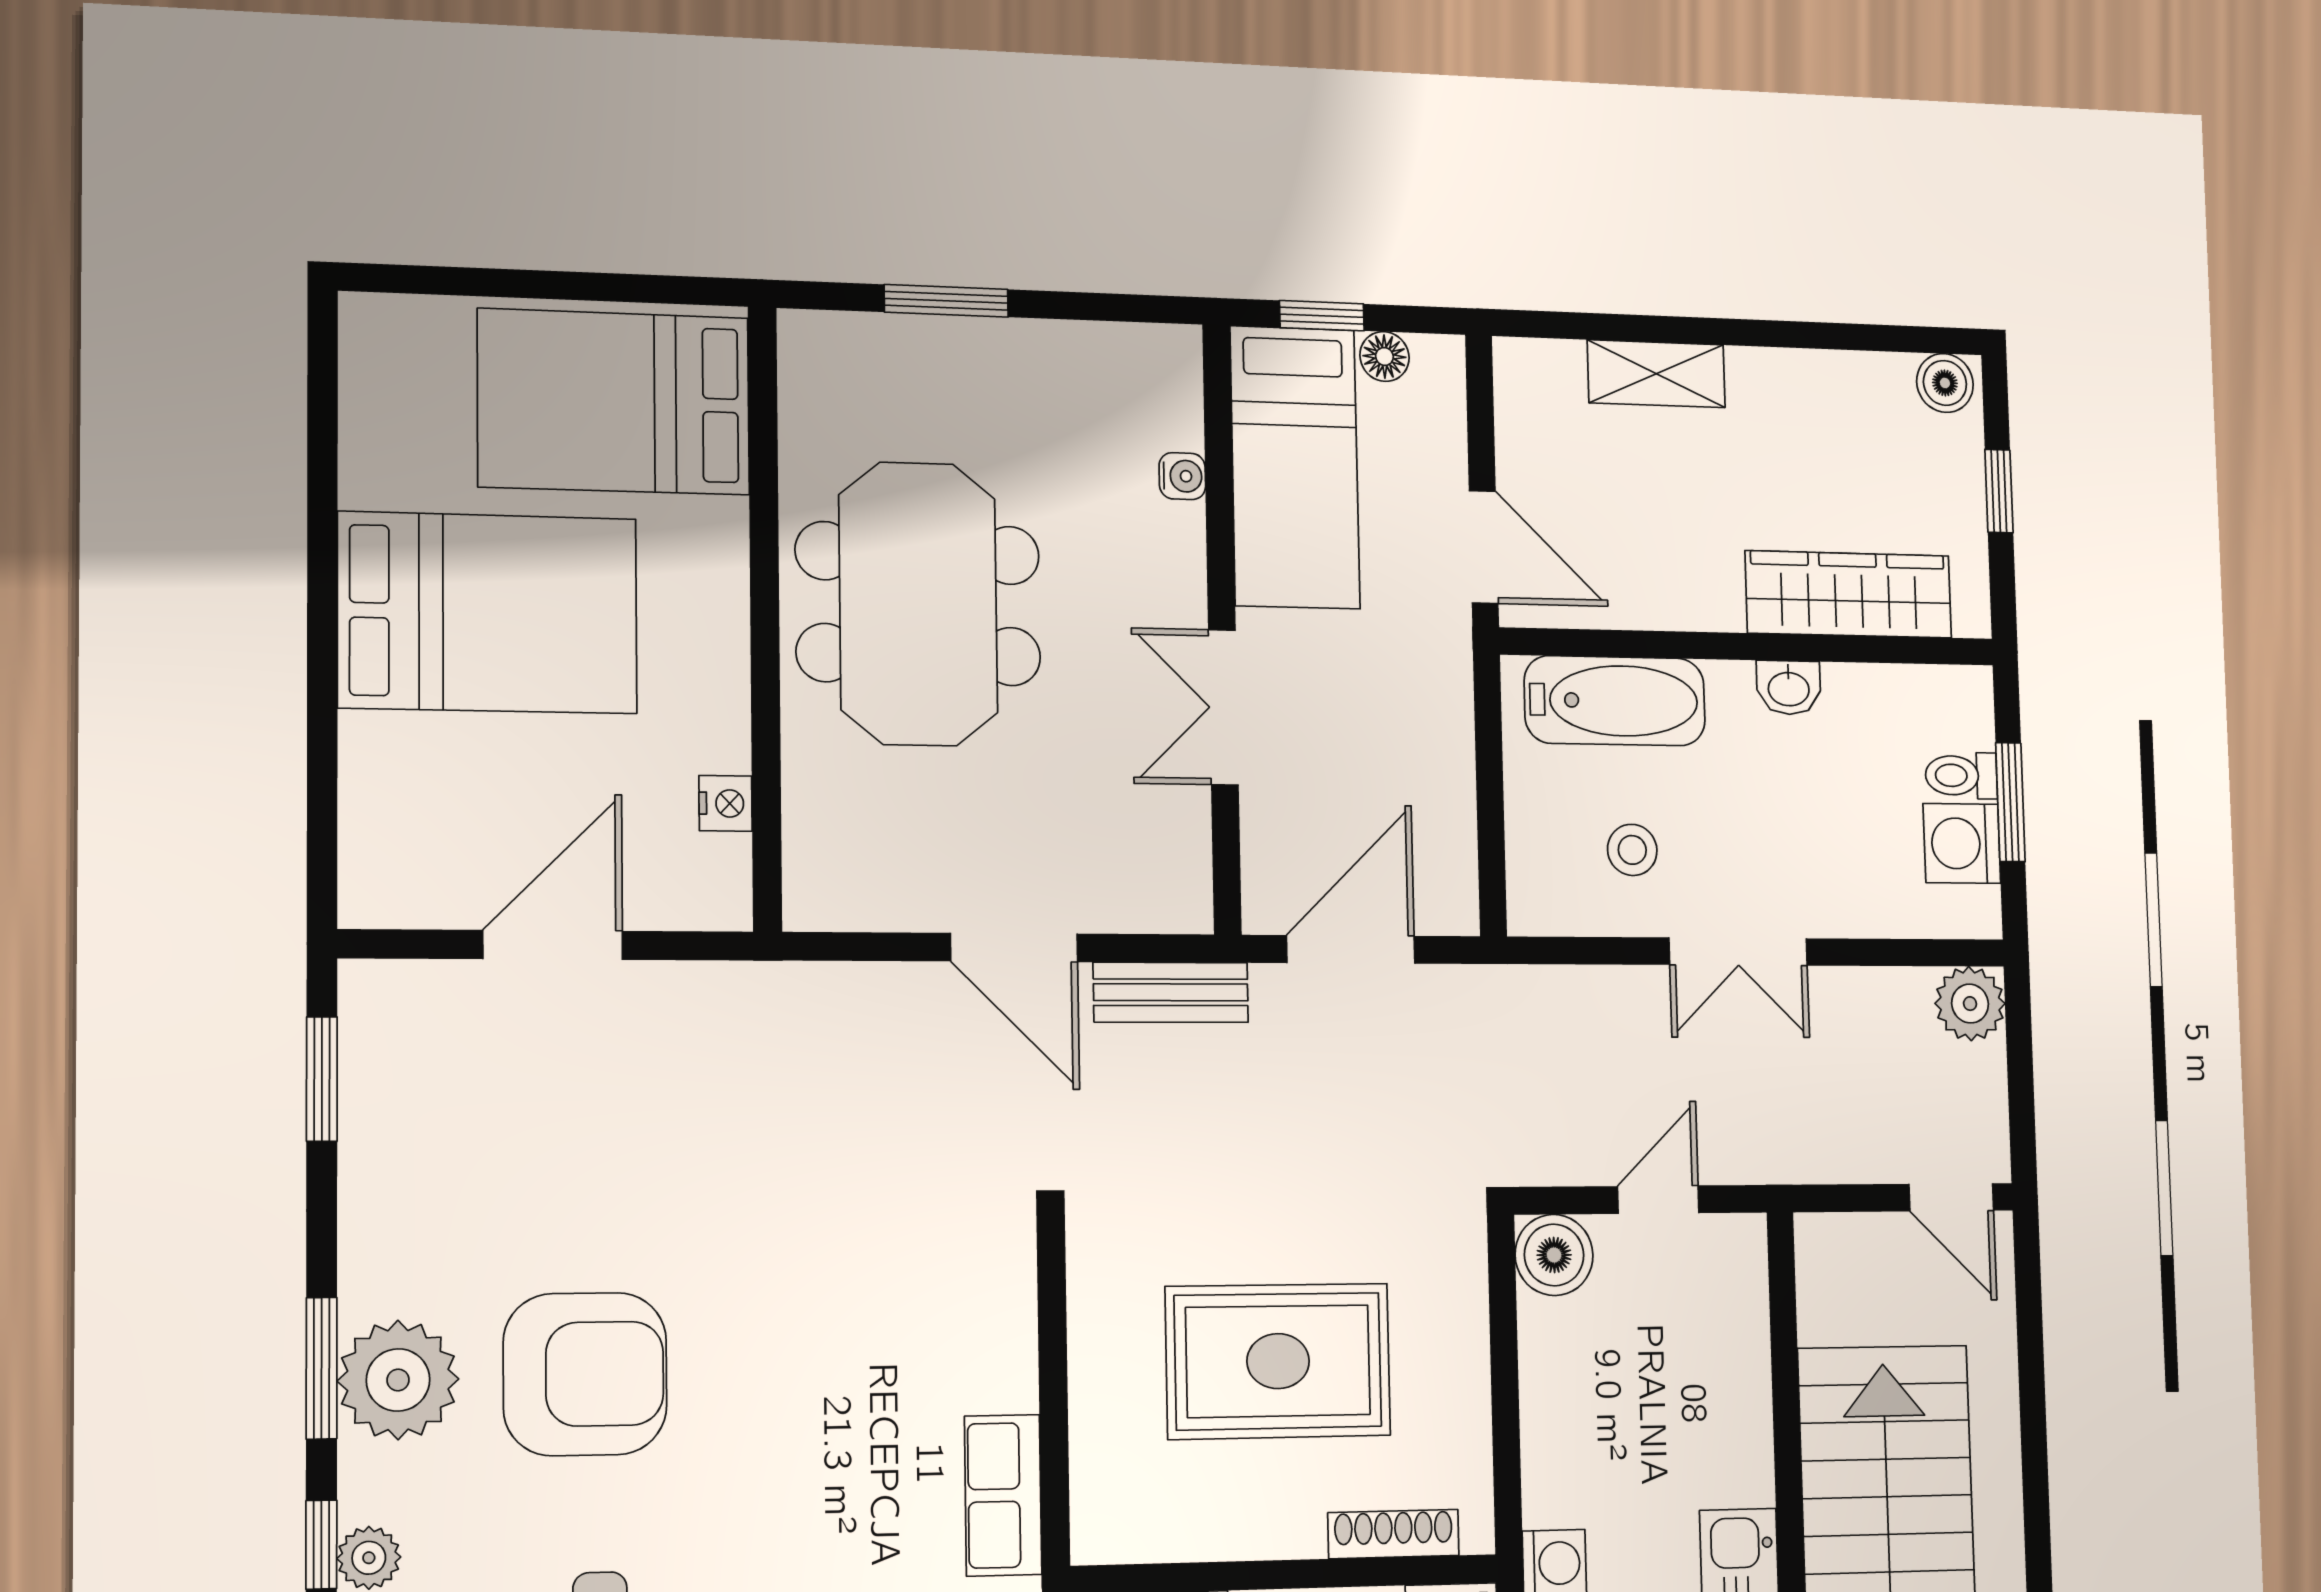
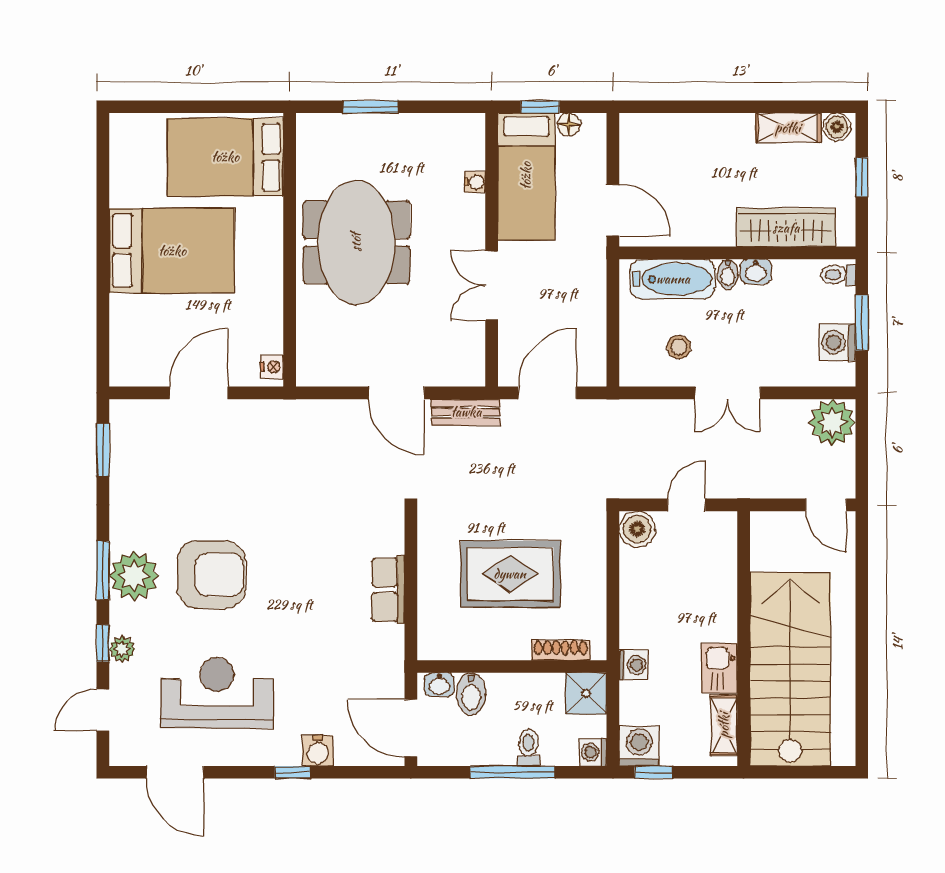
shelving: (1656, 374) -> (788, 128), moved
bidet: (1731, 692) -> (728, 274), added
toilet: (1961, 775) -> (838, 275), moved
nightstand: (726, 803) -> (272, 367), moved
plant: (1970, 1004) -> (832, 422), width x1.36, depth x1.36
row of seats: (1003, 1495) -> (388, 590), moved

